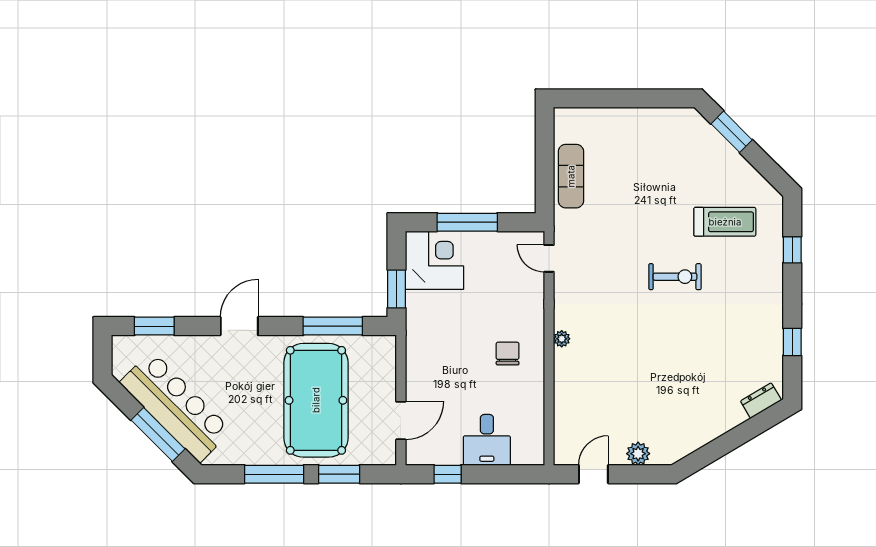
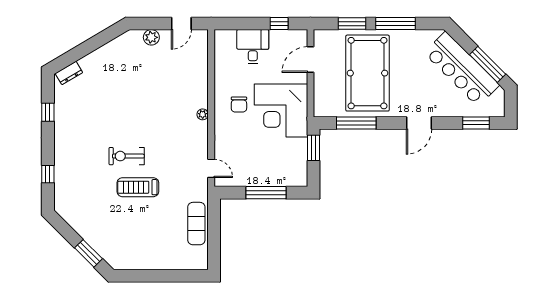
treadmill: (725, 222) -> (138, 187), moved
corner desk: (434, 260) -> (281, 110), moved, width x1.36, depth x1.36
window: (158, 434) -> (488, 64), moved

